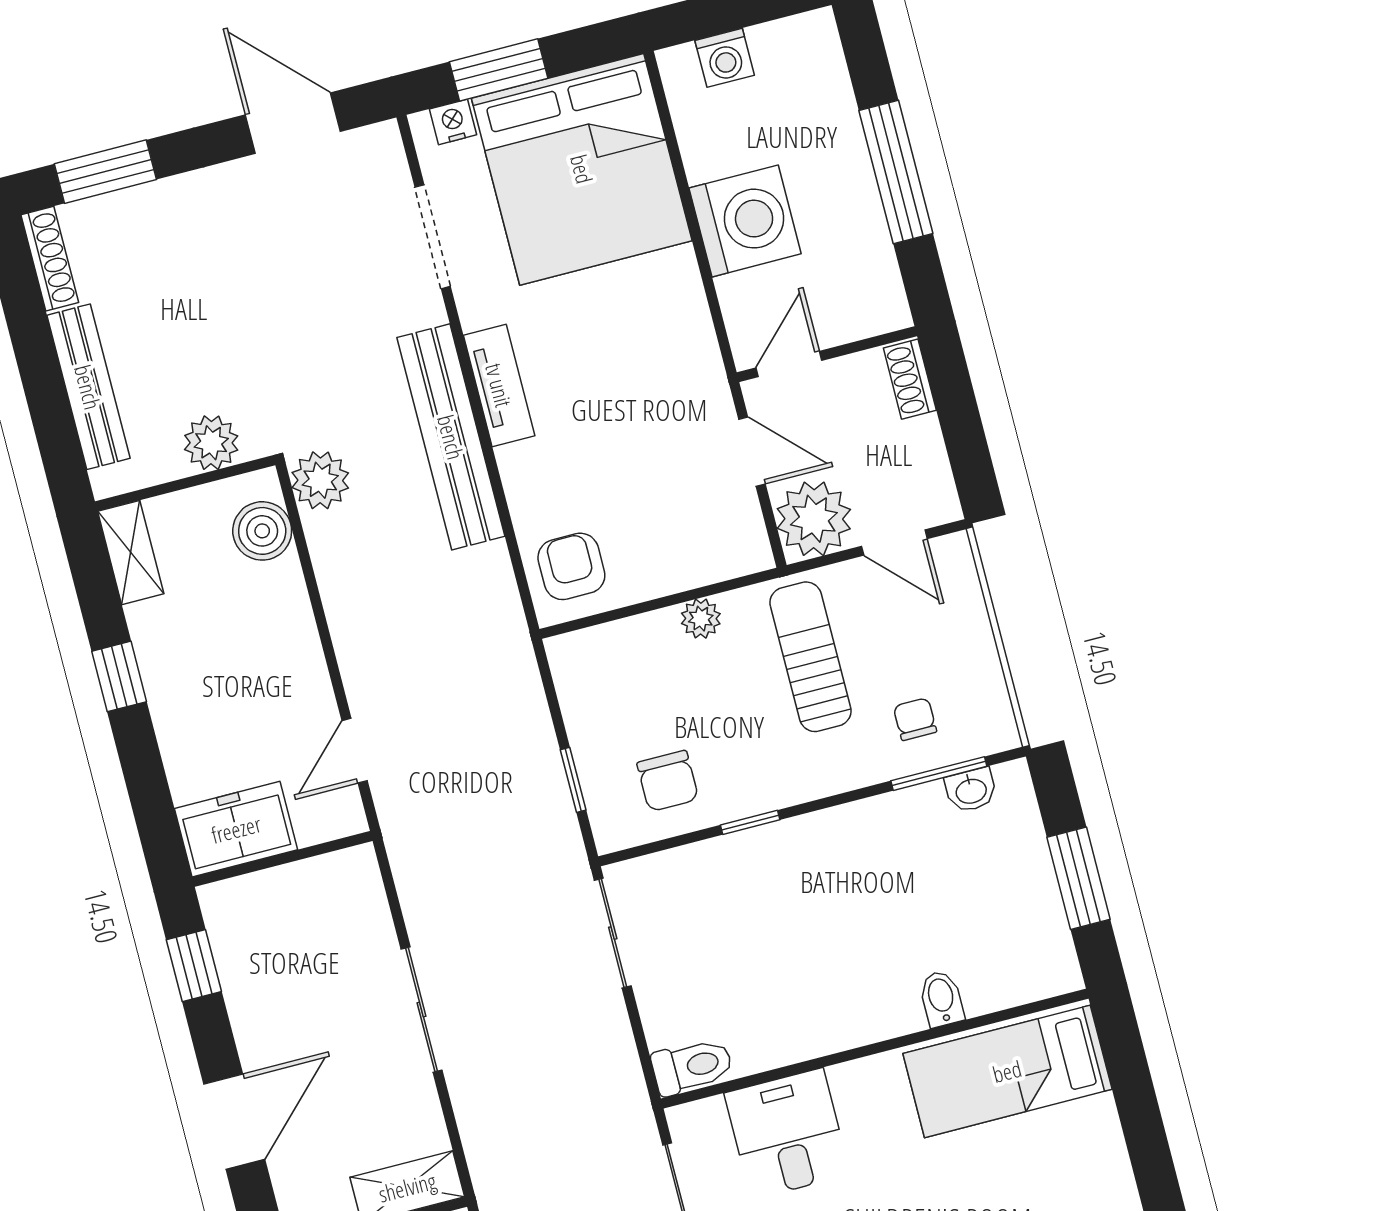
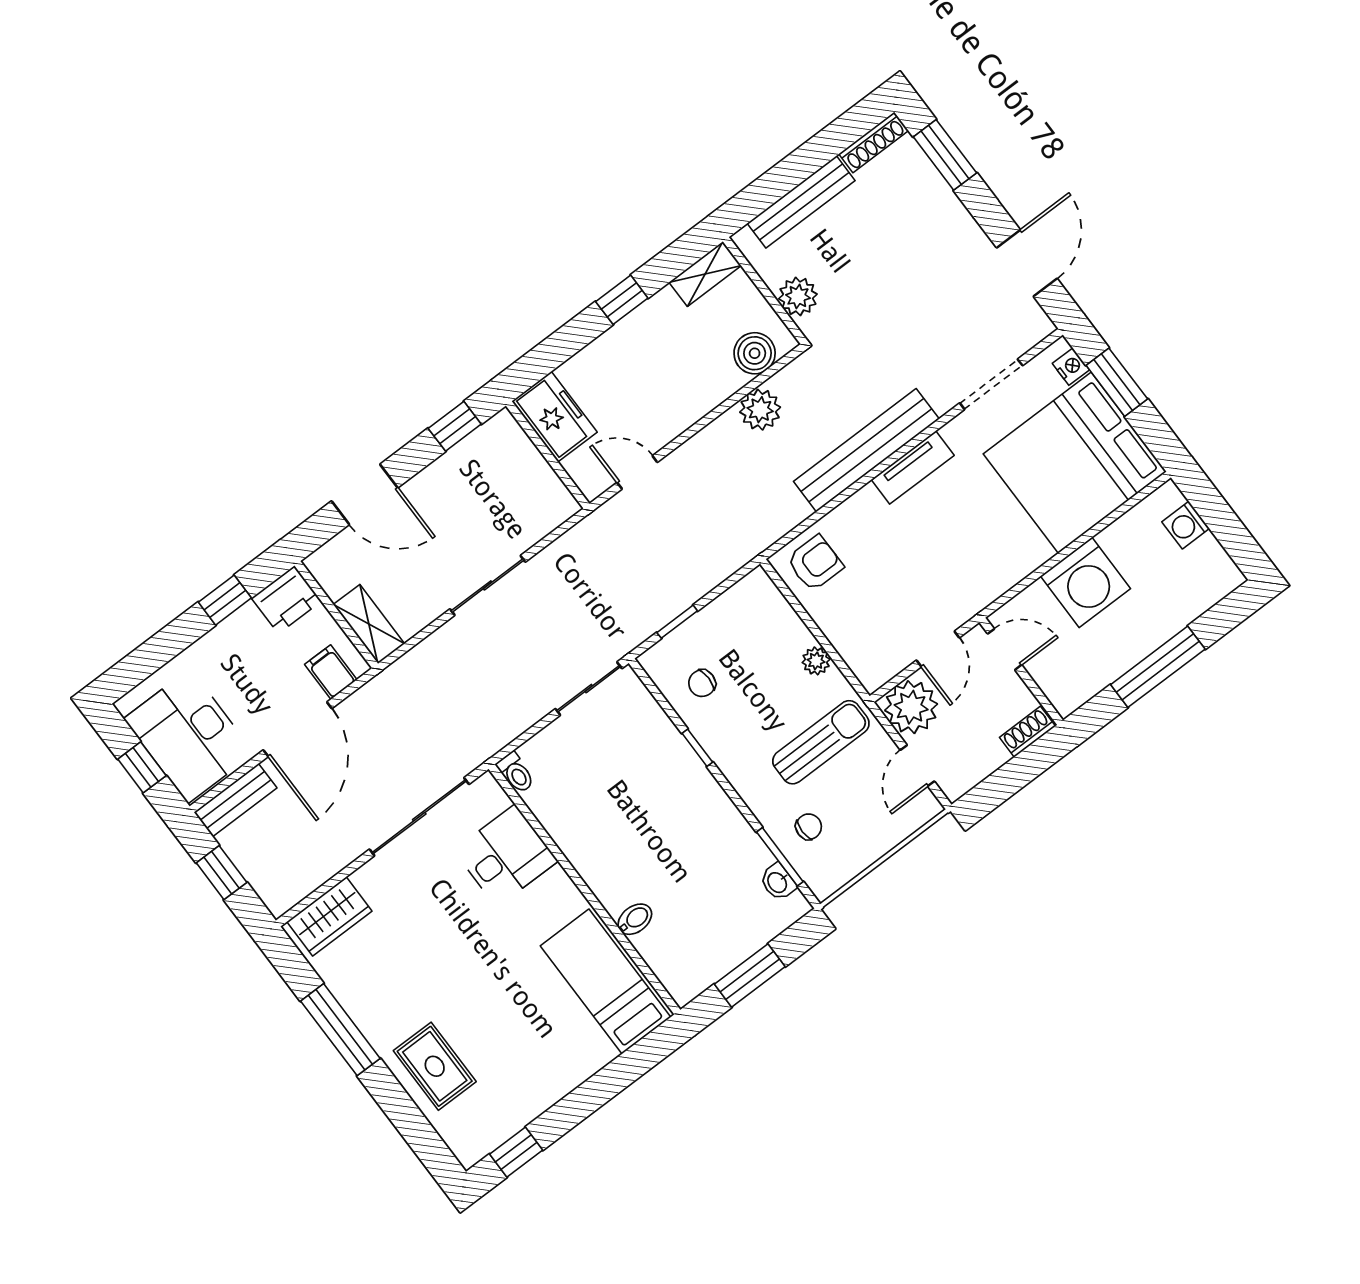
plant: (320, 480) -> (760, 410), moved
chair: (668, 781) -> (702, 683), width x0.73, depth x0.73
toilet: (692, 1066) -> (516, 773), width x0.73, depth x0.72

